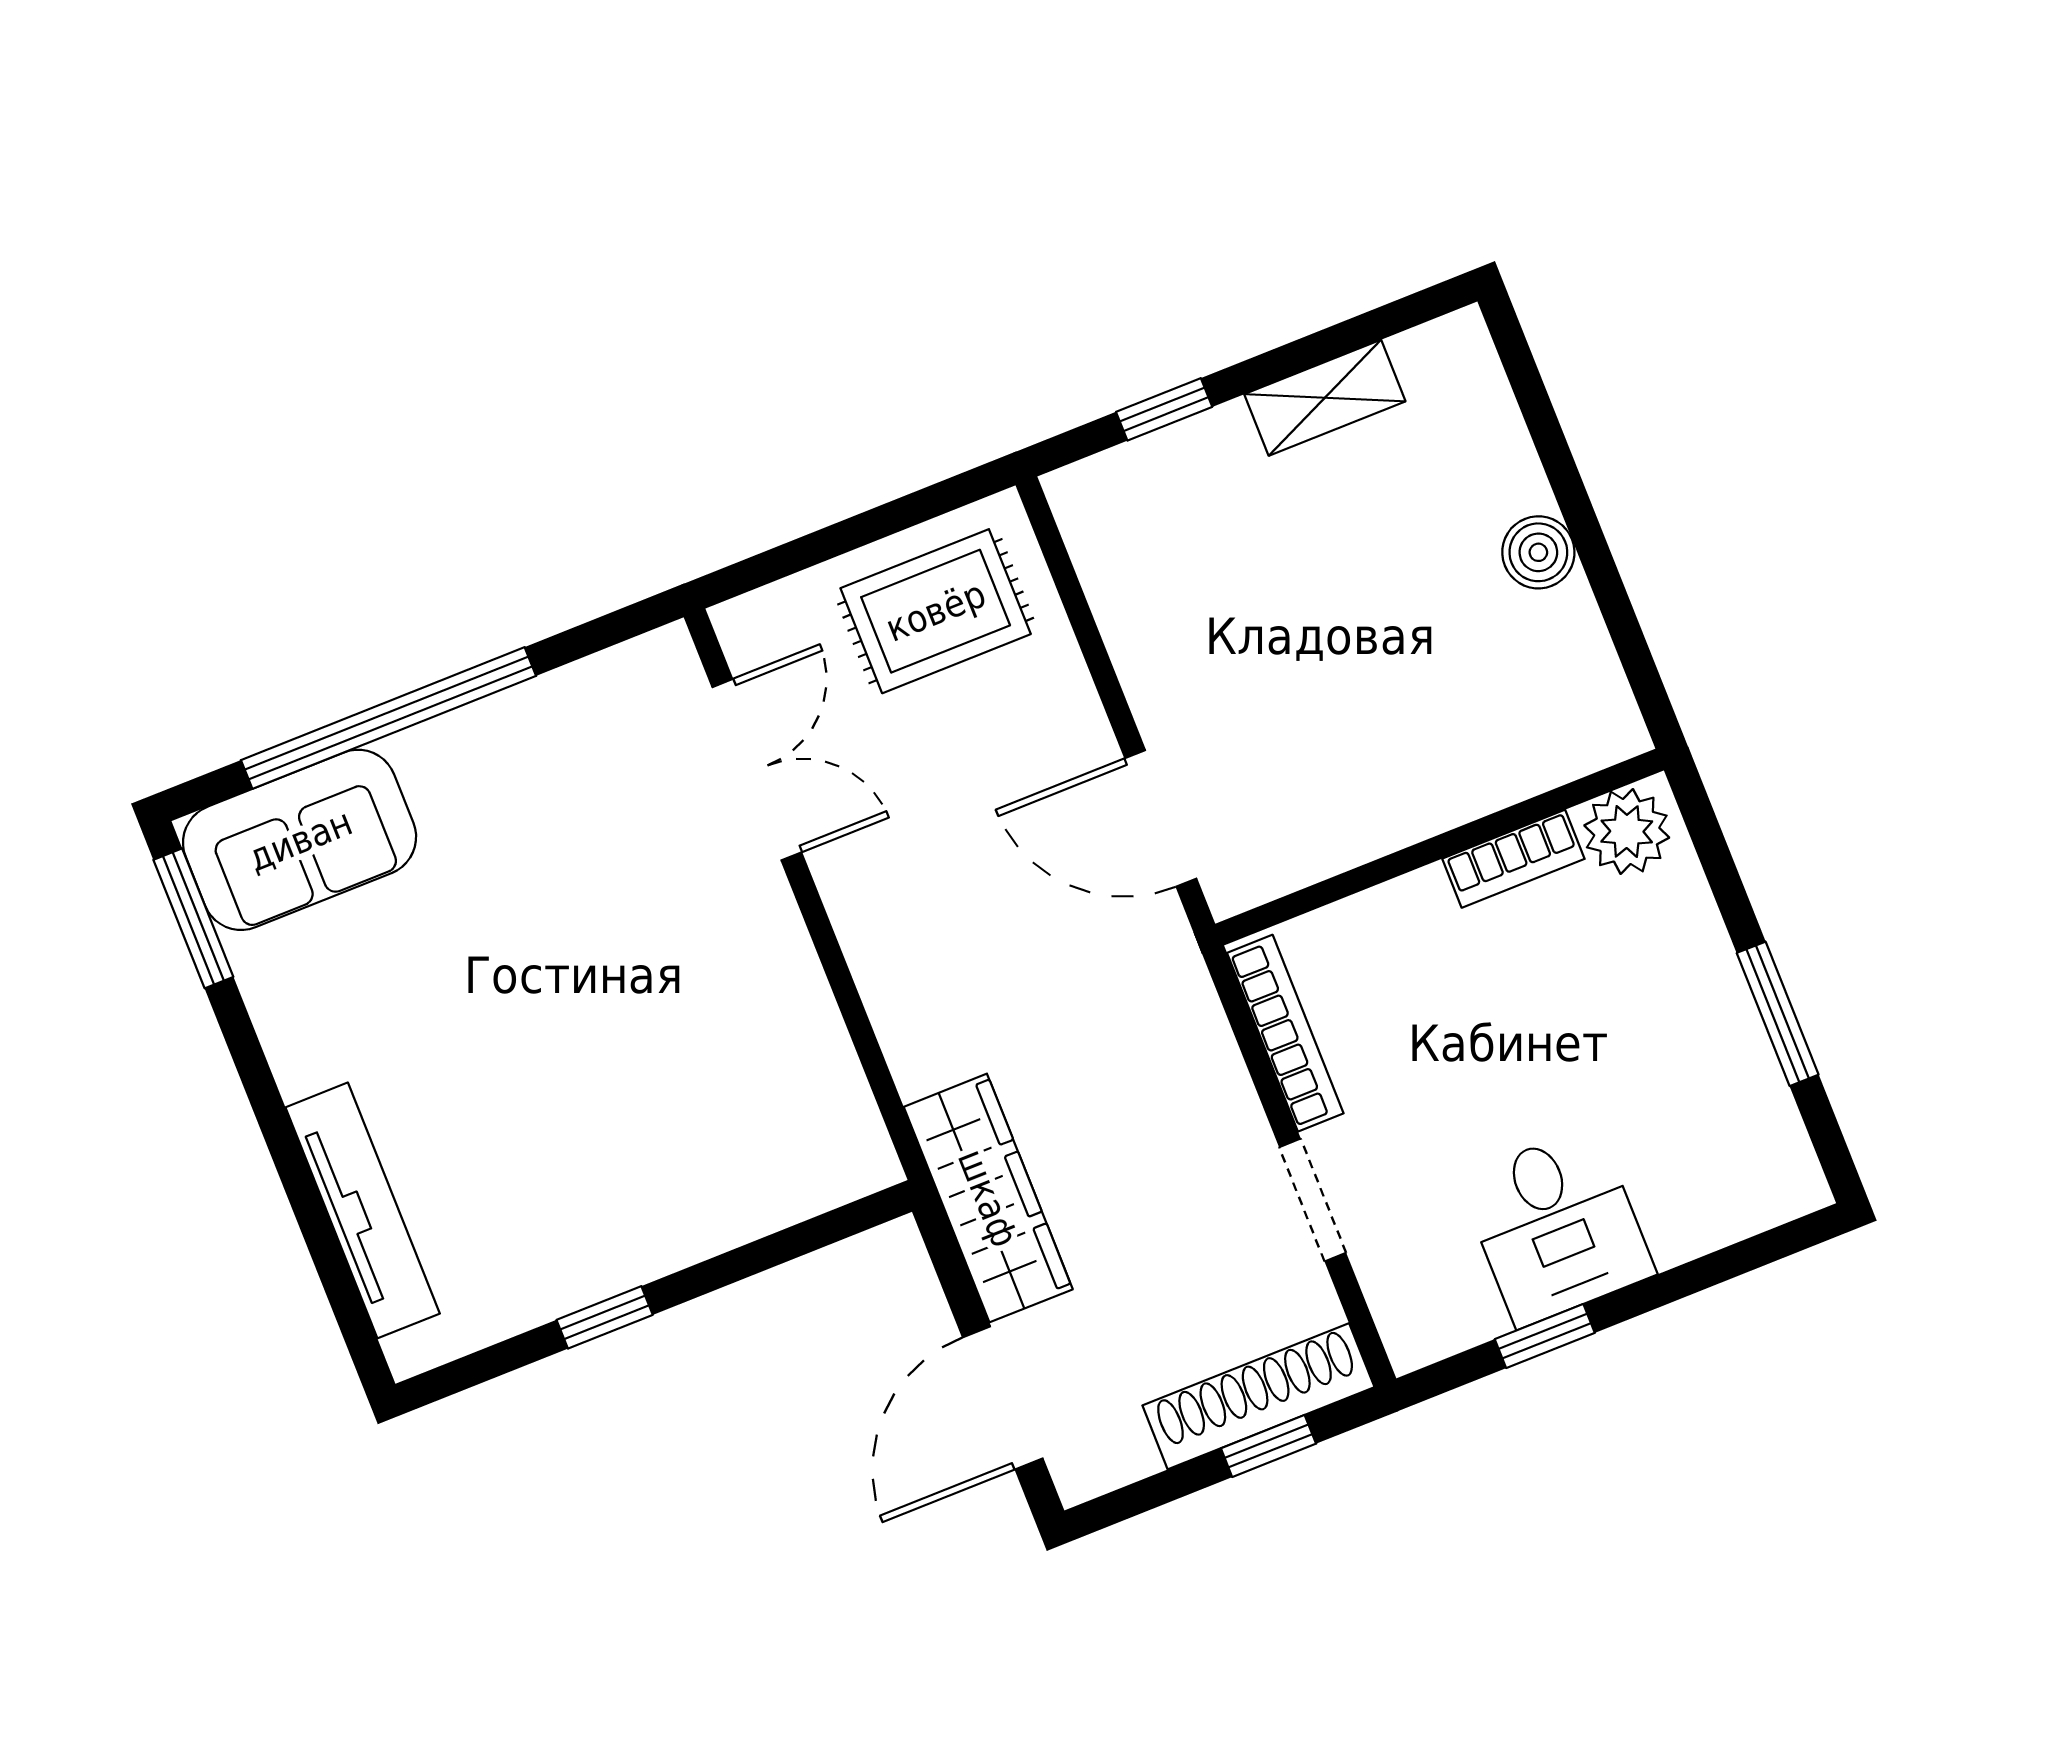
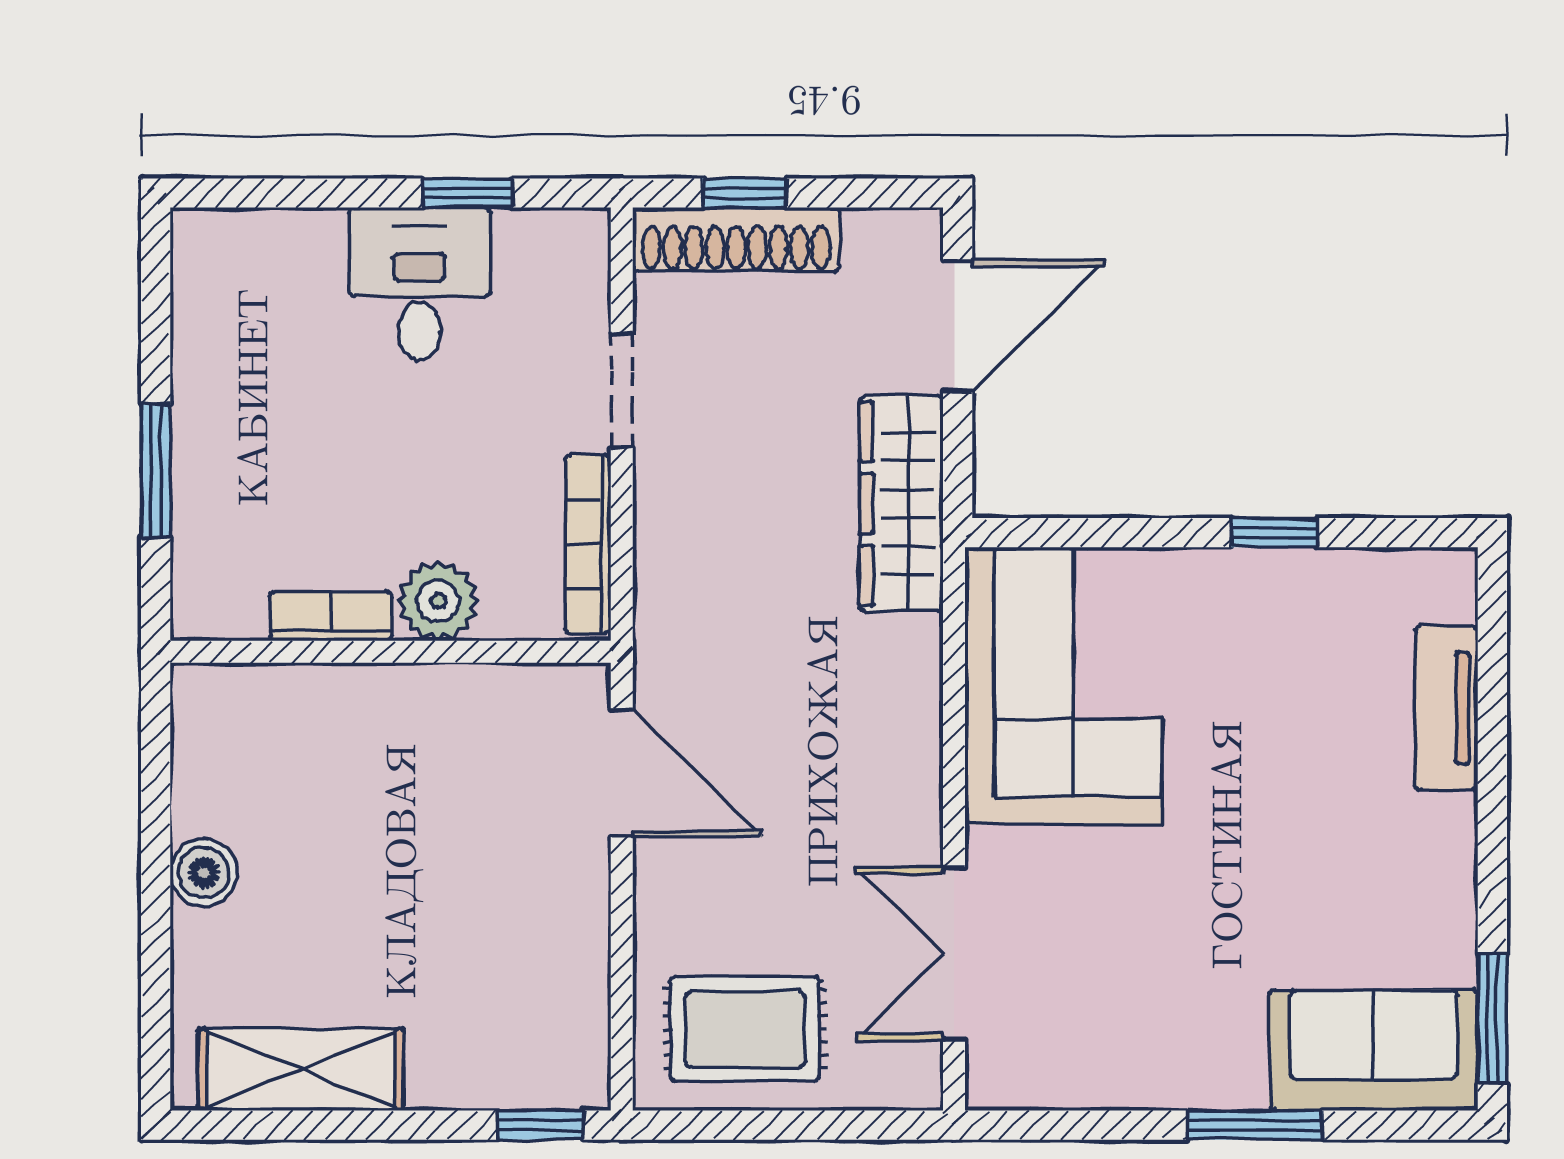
shelving: (1325, 398) -> (301, 1070), width x1.50, depth x1.33
window: (1164, 409) -> (541, 1125), moved
window: (388, 718) -> (1255, 1125), width x0.47
plant: (1627, 831) -> (438, 601), moved
window: (1778, 1014) -> (156, 471), moved
corner sofa: (754, 1080) -> (1064, 686), added
tv unit: (363, 1210) -> (1447, 708), width x0.71

